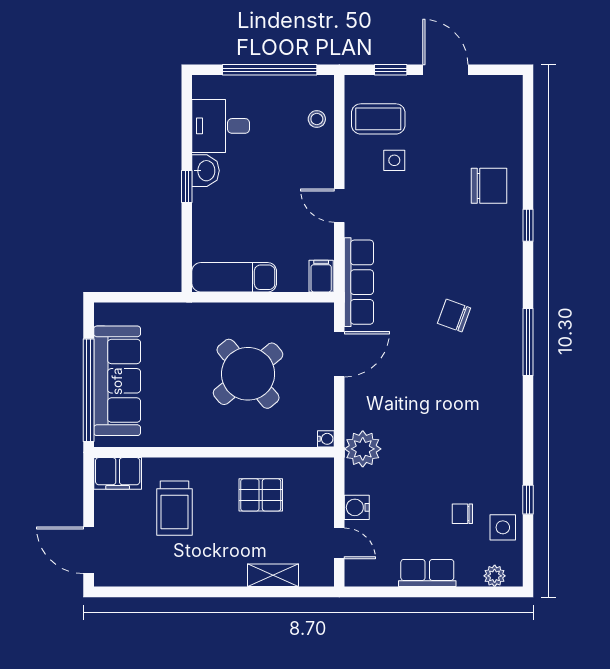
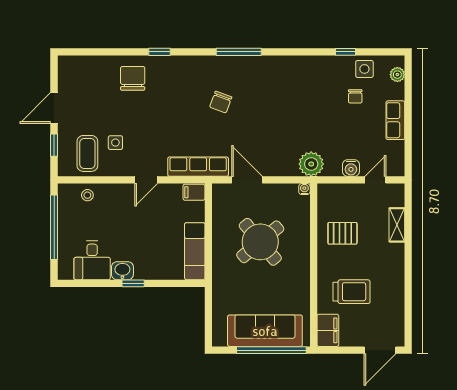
pallet: (261, 495) -> (342, 233), turned 90

